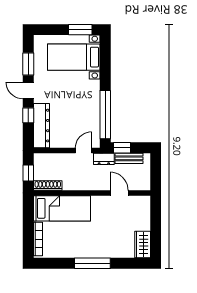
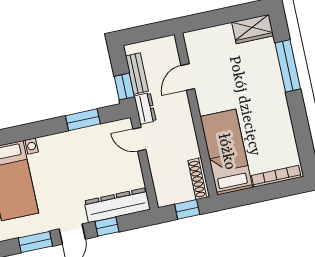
window: (105, 115) -> (83, 120), width x0.47
window: (92, 263) -> (288, 66), moved

